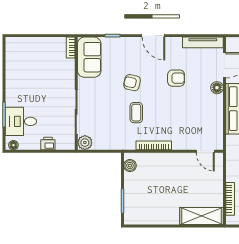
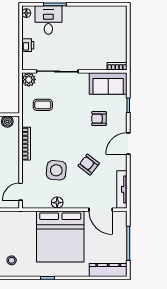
armchair: (176, 78) -> (89, 165), turned 128
armchair: (132, 83) -> (99, 119), moved, turned -102
floor lamp: (217, 88) -> (57, 203), moved
coffee table: (136, 113) -> (43, 105), moved
side table: (182, 113) -> (56, 170), added

